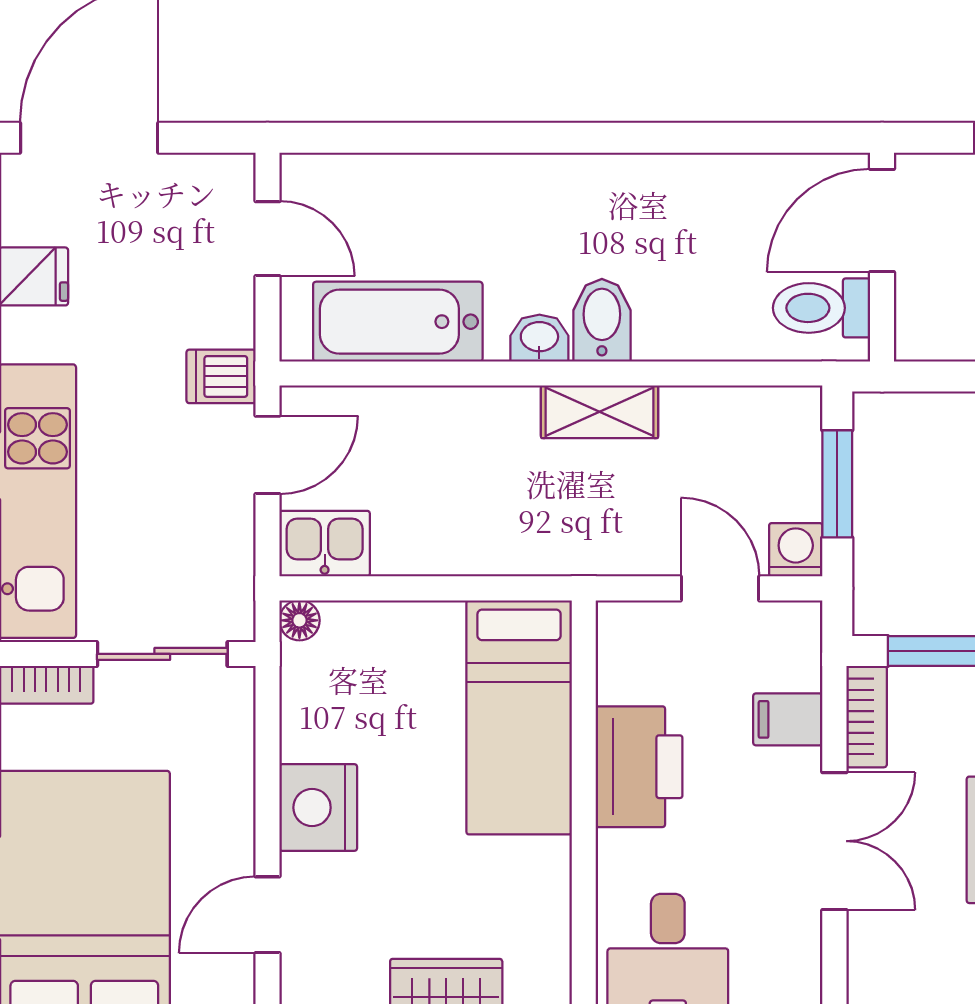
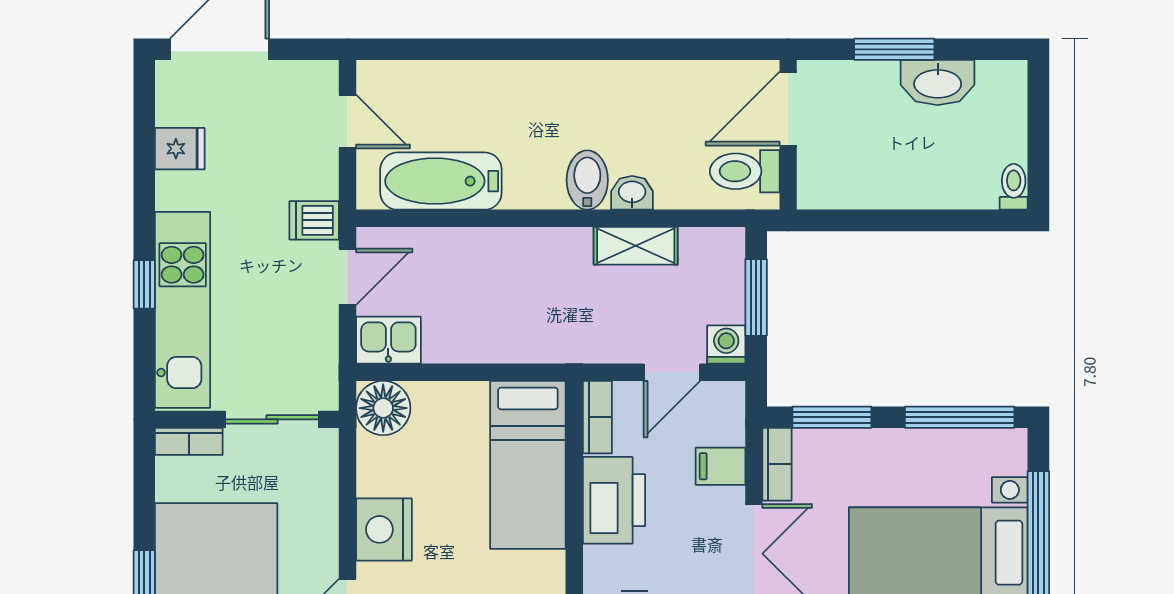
washbasin: (539, 338) -> (632, 193), moved
shelving: (600, 412) -> (636, 246), moved
door: (720, 588) -> (672, 372), swing flipped
floor lamp: (299, 620) -> (383, 408), width x1.89, depth x1.89
bookcase: (616, 651) -> (597, 417), added

